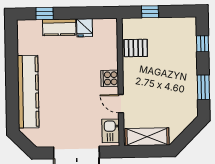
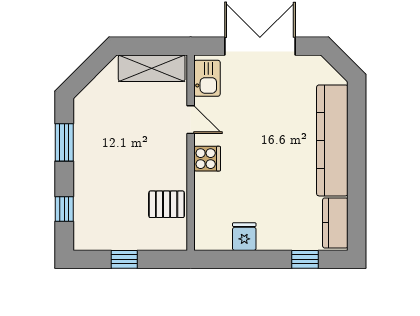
window: (150, 12) -> (124, 259), moved
kitchen counter: (59, 27) -> (335, 223), moved, turned -90

